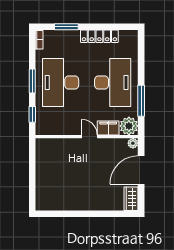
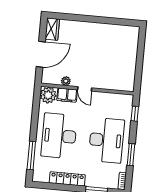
window: (32, 81) -> (131, 155), moved
window: (141, 101) -> (31, 156), moved
plant: (133, 143) -> (66, 81), moved

